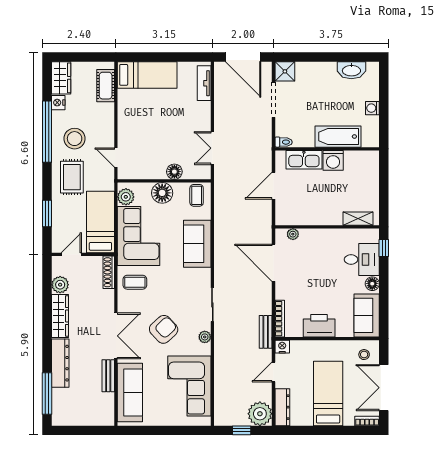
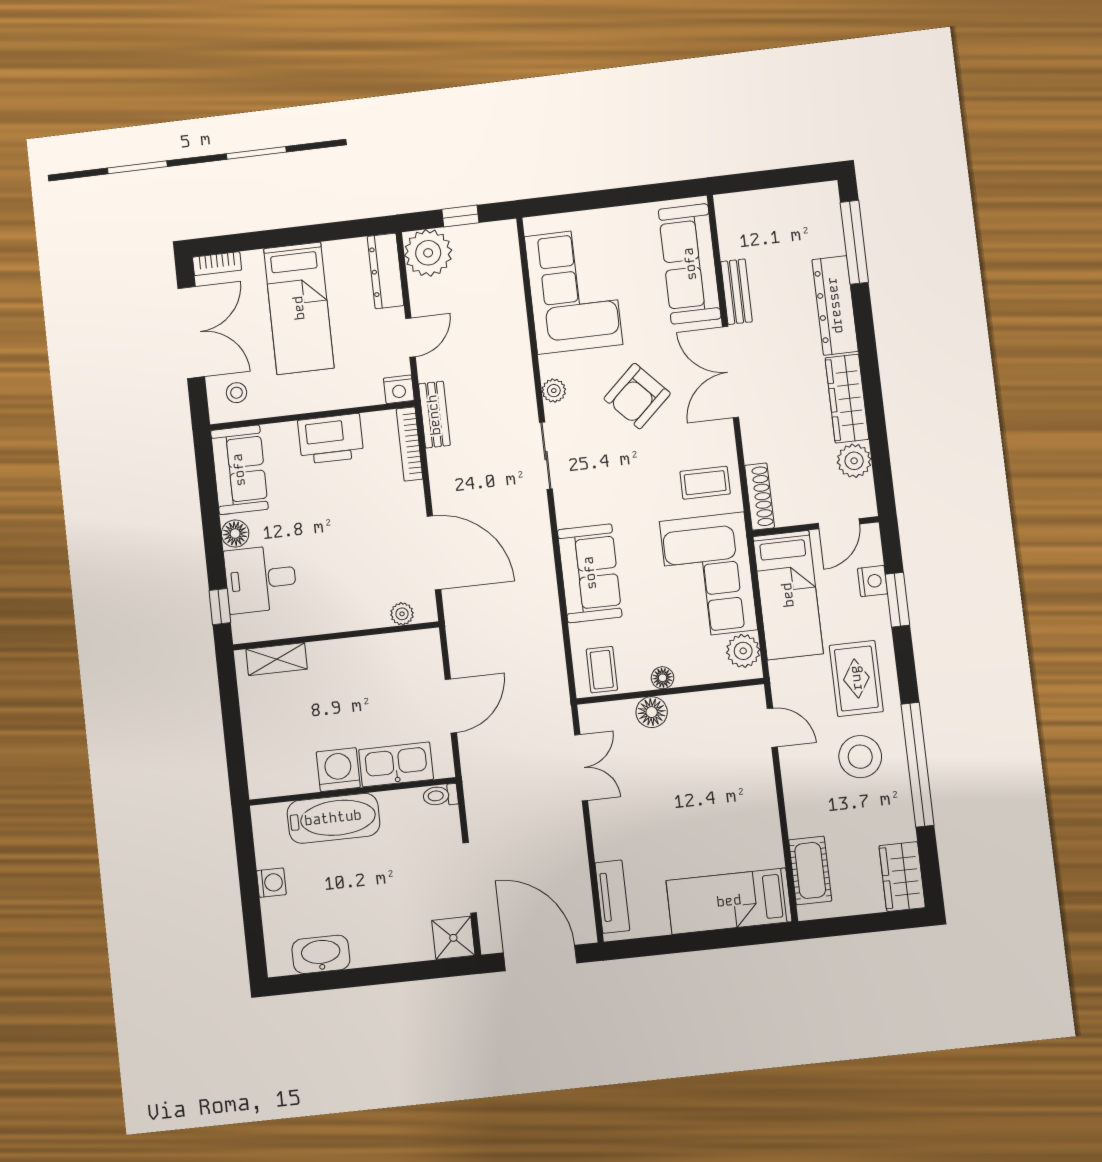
nightstand: (58, 103) -> (872, 581), moved
floor lamp: (162, 193) -> (663, 678), width x0.53, depth x0.53

